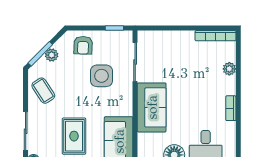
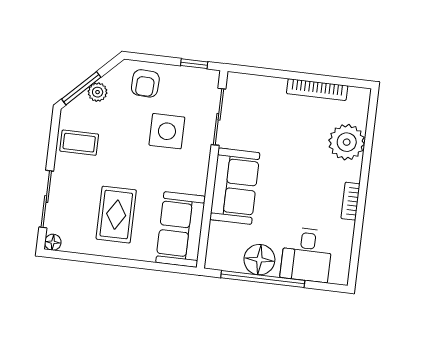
bookcase: (216, 36) -> (317, 90), moved
plant: (229, 69) -> (347, 142), width x1.88, depth x1.88
coffee table: (43, 91) -> (79, 143), turned -57

